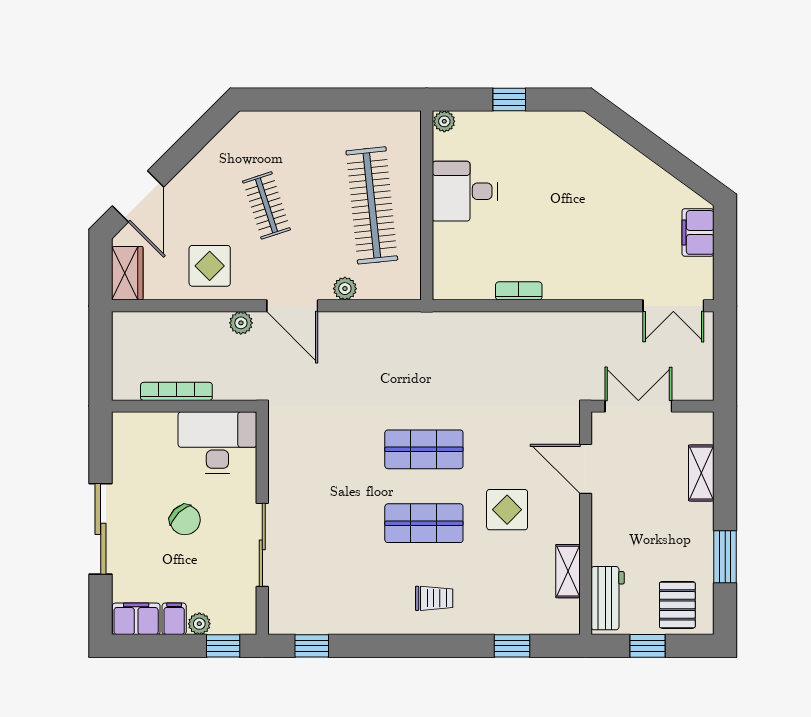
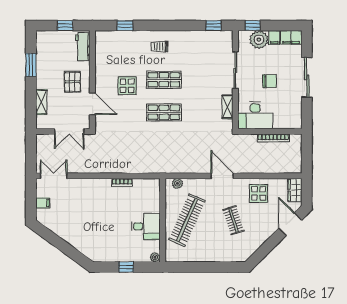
clothes rail: (372, 205) -> (187, 220), turned 30
filing cabinet: (698, 232) -> (43, 203), width x0.50
plant: (345, 289) -> (177, 183), moved
plant: (241, 323) -> (245, 168), removed
chair: (185, 520) -> (269, 81), turned 133
shelving: (568, 571) -> (228, 107), moved
pallet: (677, 605) -> (72, 82), moved
plant: (199, 624) -> (259, 40), width x1.88, depth x1.88

